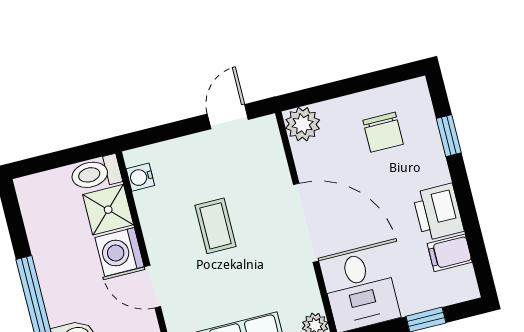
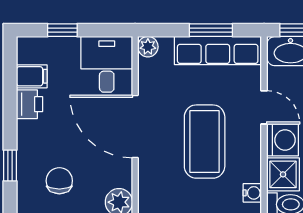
printer: (438, 212) -> (29, 104), width x0.73, depth x0.81
coffee table: (215, 226) -> (205, 142), width x1.86, depth x1.72

